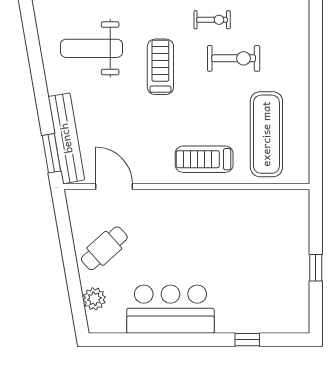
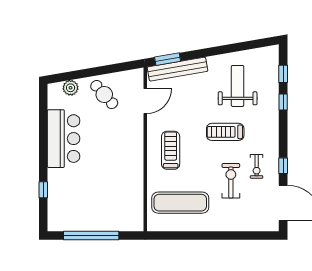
exercise bike: (234, 58) -> (231, 181), turned 180
treadmill: (160, 67) -> (225, 132), turned 180
treadmill: (204, 159) -> (171, 150), moved
window: (316, 268) -> (91, 235), width x3.17

